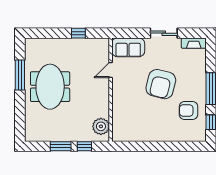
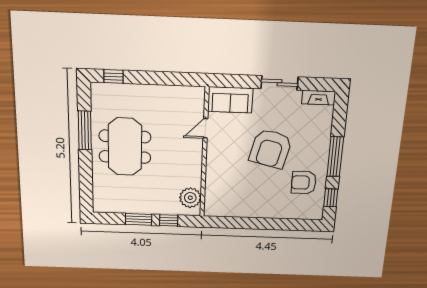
window: (78, 33) -> (114, 76), moved

